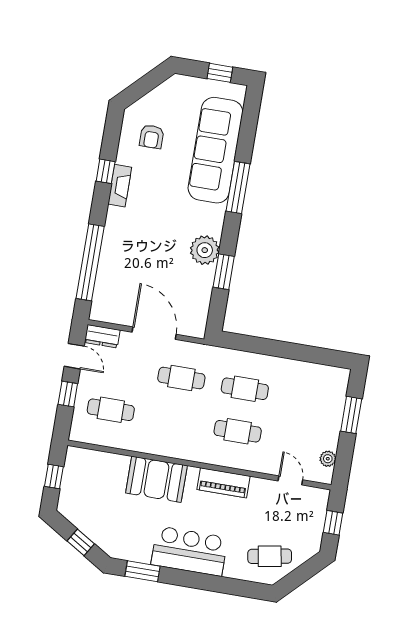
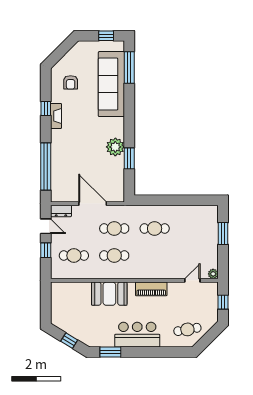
window: (238, 187) -> (129, 68), moved
cafe table: (238, 431) -> (114, 256), moved
plant: (328, 459) -> (213, 274), moved
window: (54, 477) -> (46, 303), removed
door: (290, 480) -> (192, 280), hinge flipped

